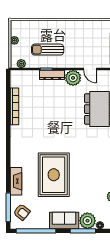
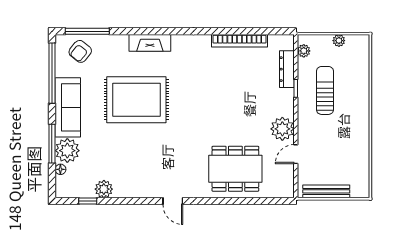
dresser: (52, 75) -> (287, 69), moved
fireplace: (16, 181) -> (150, 43), moved
sofa: (64, 220) -> (68, 107), width x1.36

